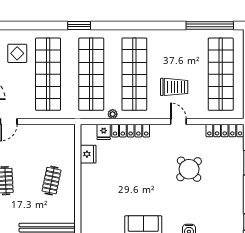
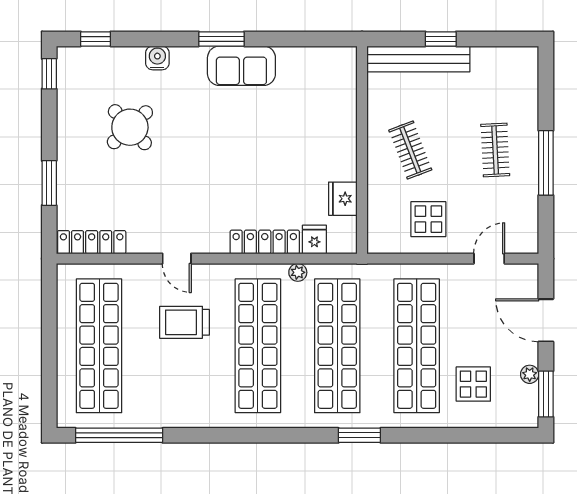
display table: (42, 143) -> (428, 219), added
round table: (189, 169) -> (130, 127), moved
clothes rail: (51, 181) -> (410, 150), turned -33

